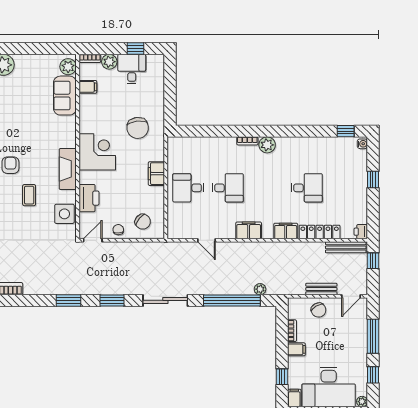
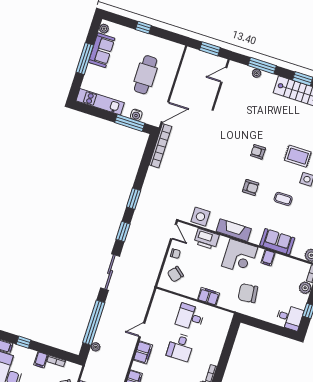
desk: (132, 69) -> (289, 317), moved
filing cabinet: (88, 87) -> (268, 258), moved
sofa: (65, 96) -> (277, 242), moved
desk: (188, 188) -> (190, 317), turned -90
coffee table: (29, 195) -> (283, 199), moved
door: (207, 240) -> (142, 330), moved

